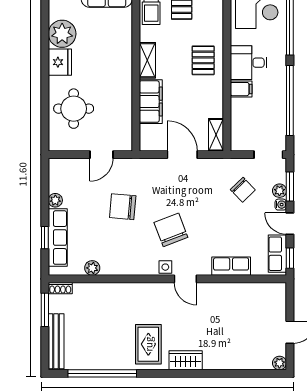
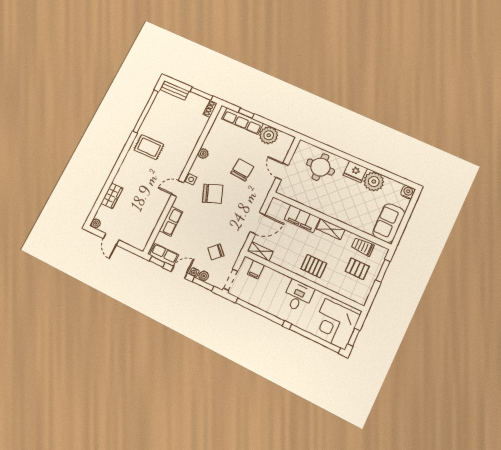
filing cabinet: (241, 89) -> (256, 270), moved
plant: (55, 200) -> (269, 135), width x1.87, depth x1.87
plant: (92, 268) -> (203, 154), moved
bench: (56, 341) -> (175, 90), width x0.73
wardrobe: (186, 360) -> (112, 196), moved

